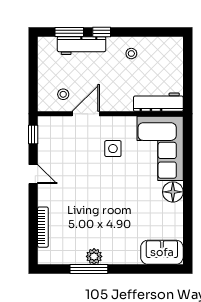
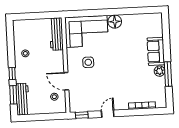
workbench: (82, 46) -> (22, 99), moved
sofa: (162, 252) -> (156, 51), moved

